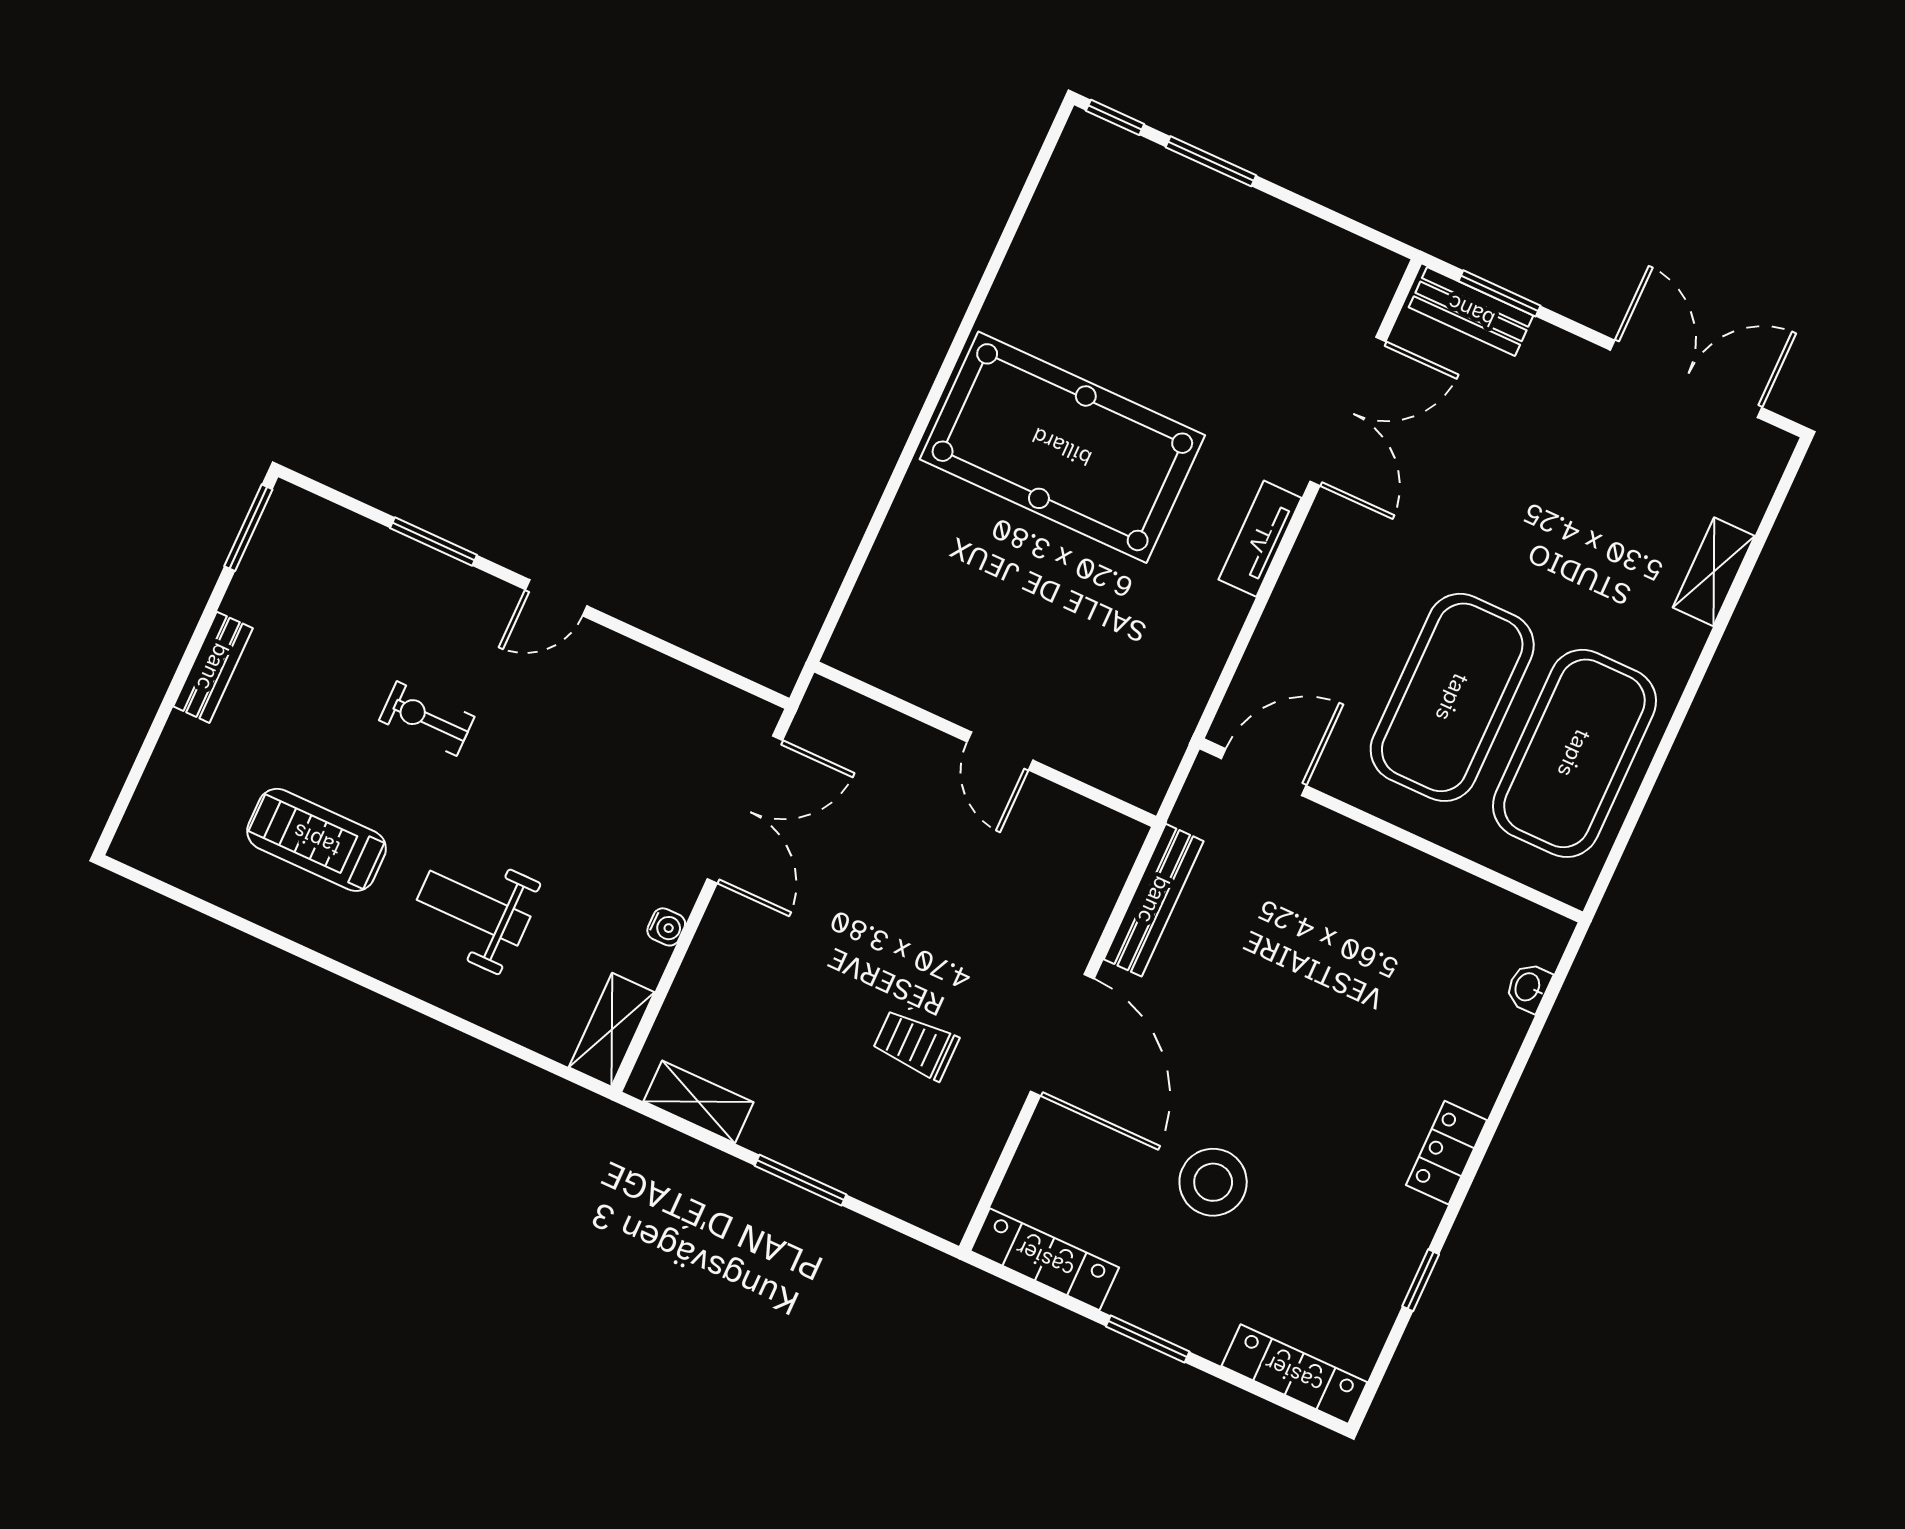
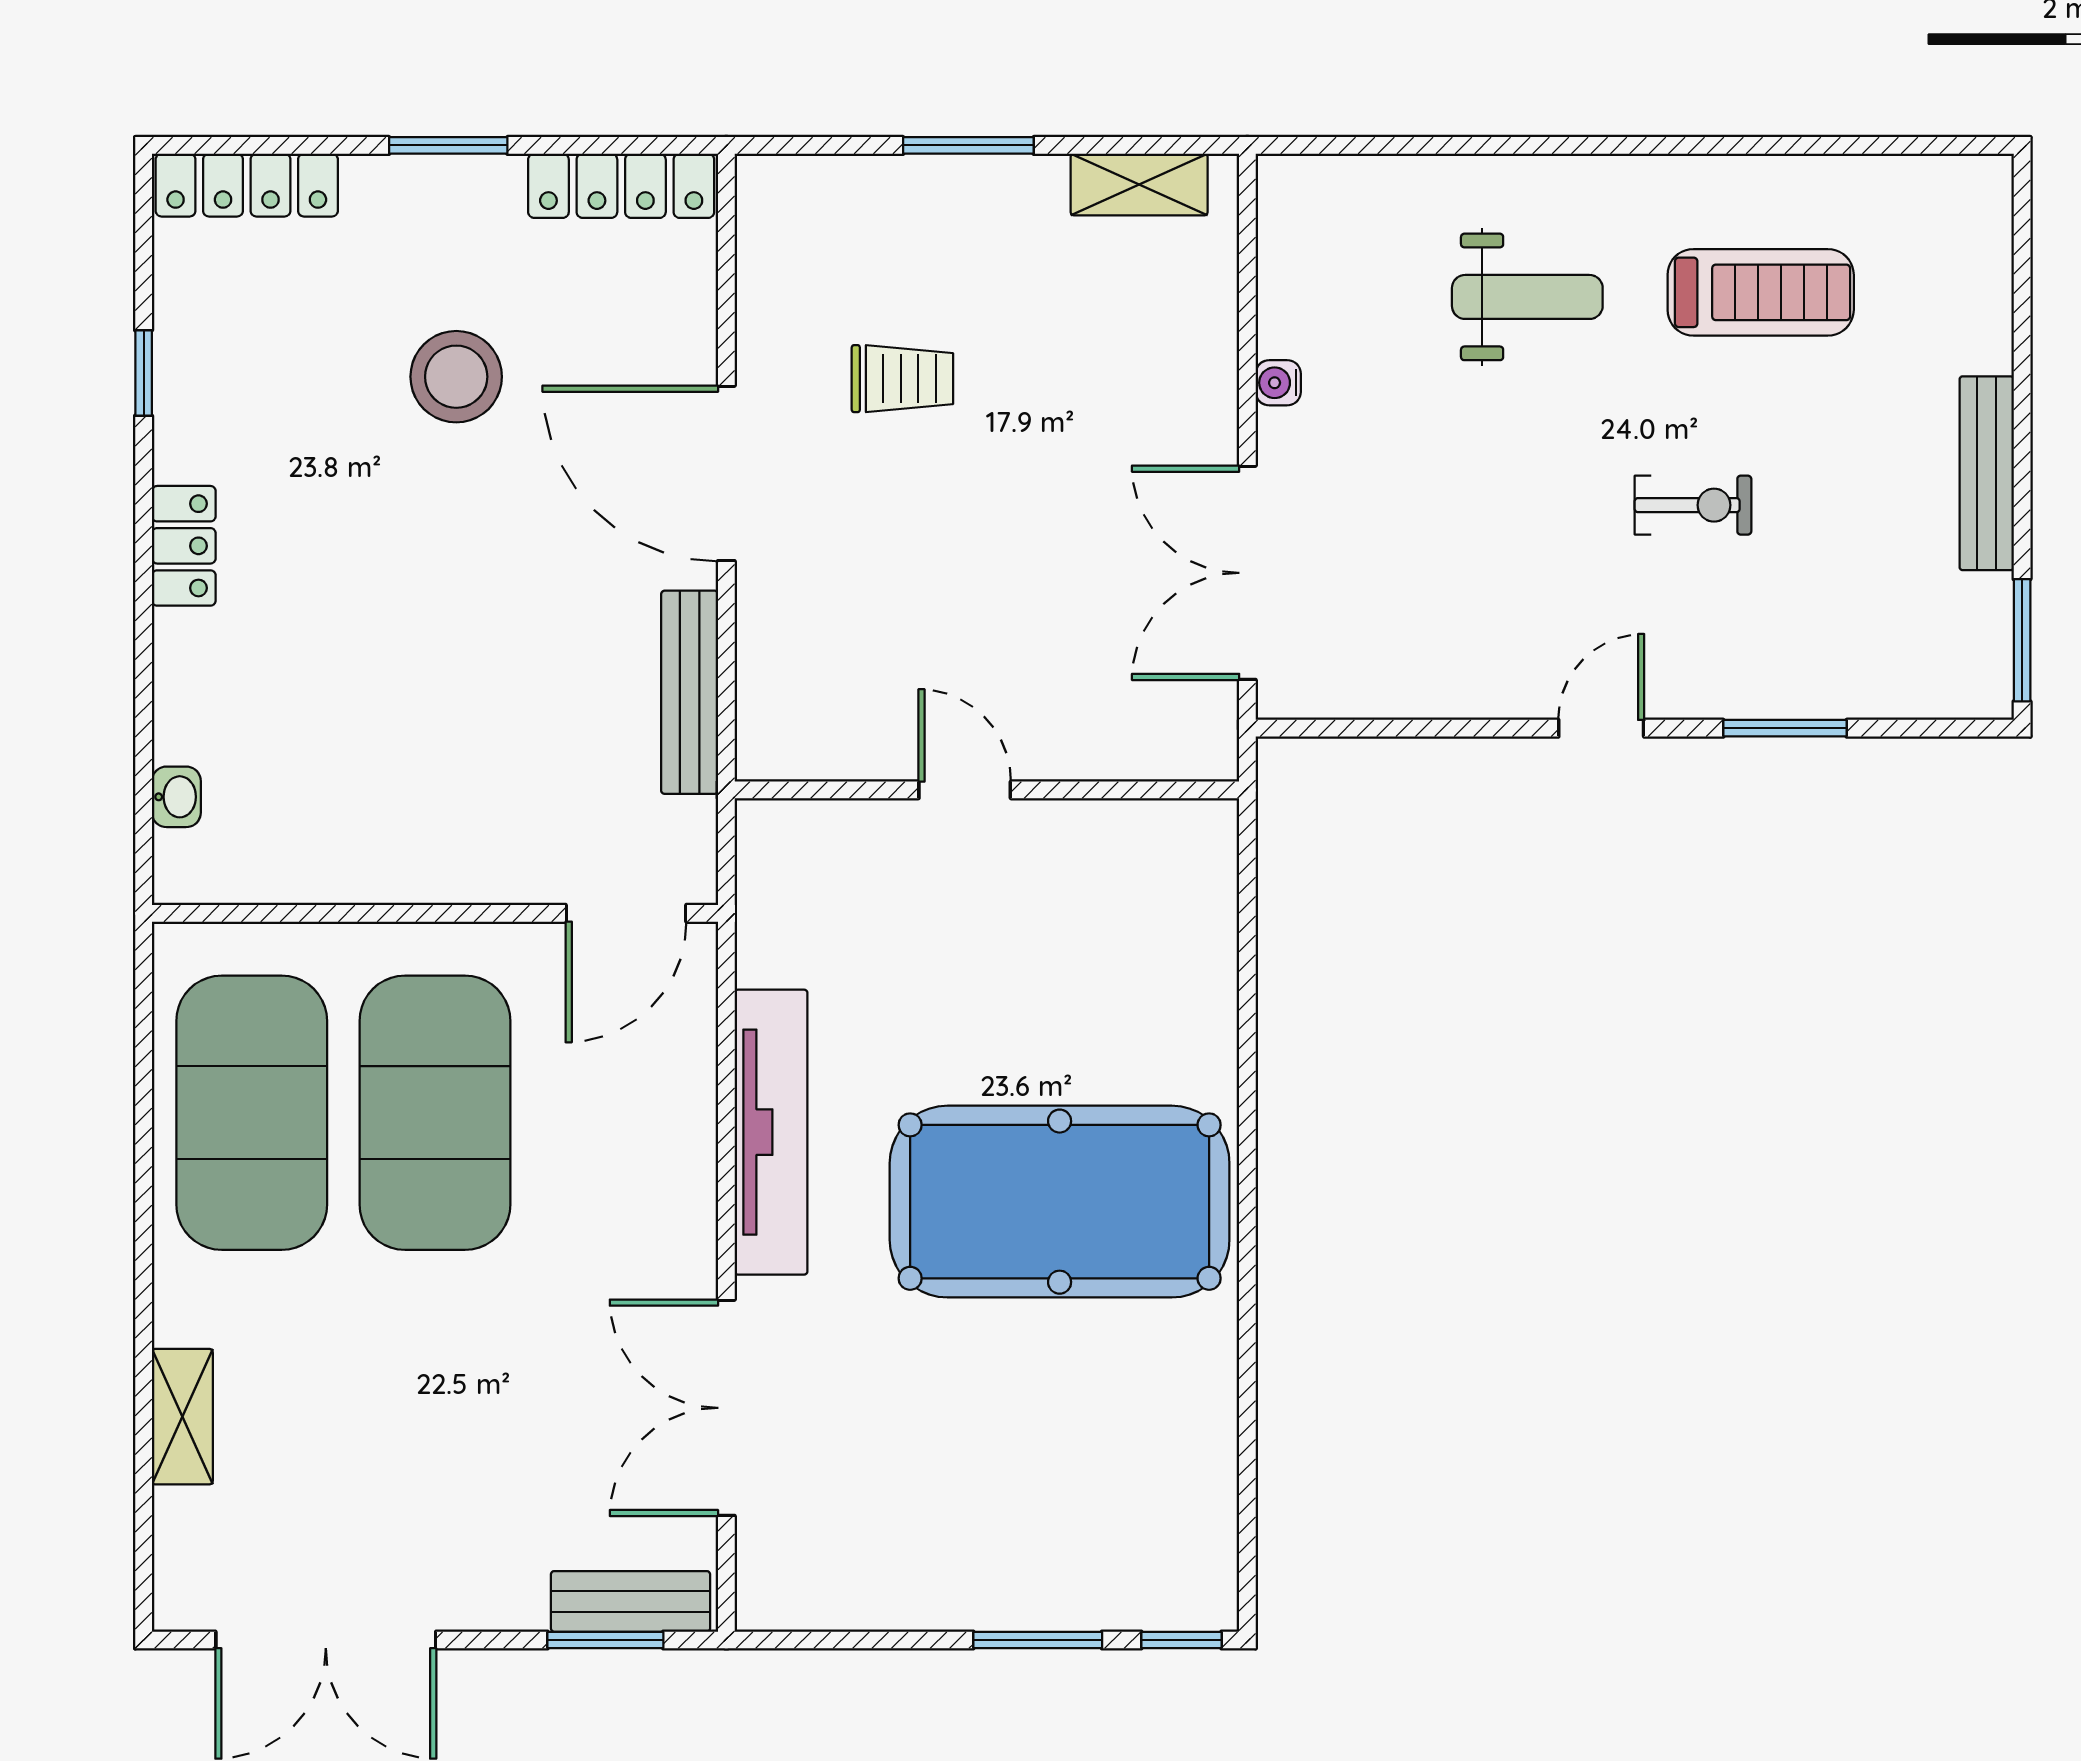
tv unit: (1260, 539) -> (771, 1132), width x1.92, depth x1.29
bench: (213, 667) -> (1987, 473), width x1.36
shelving: (612, 1030) -> (1287, 225), removed

